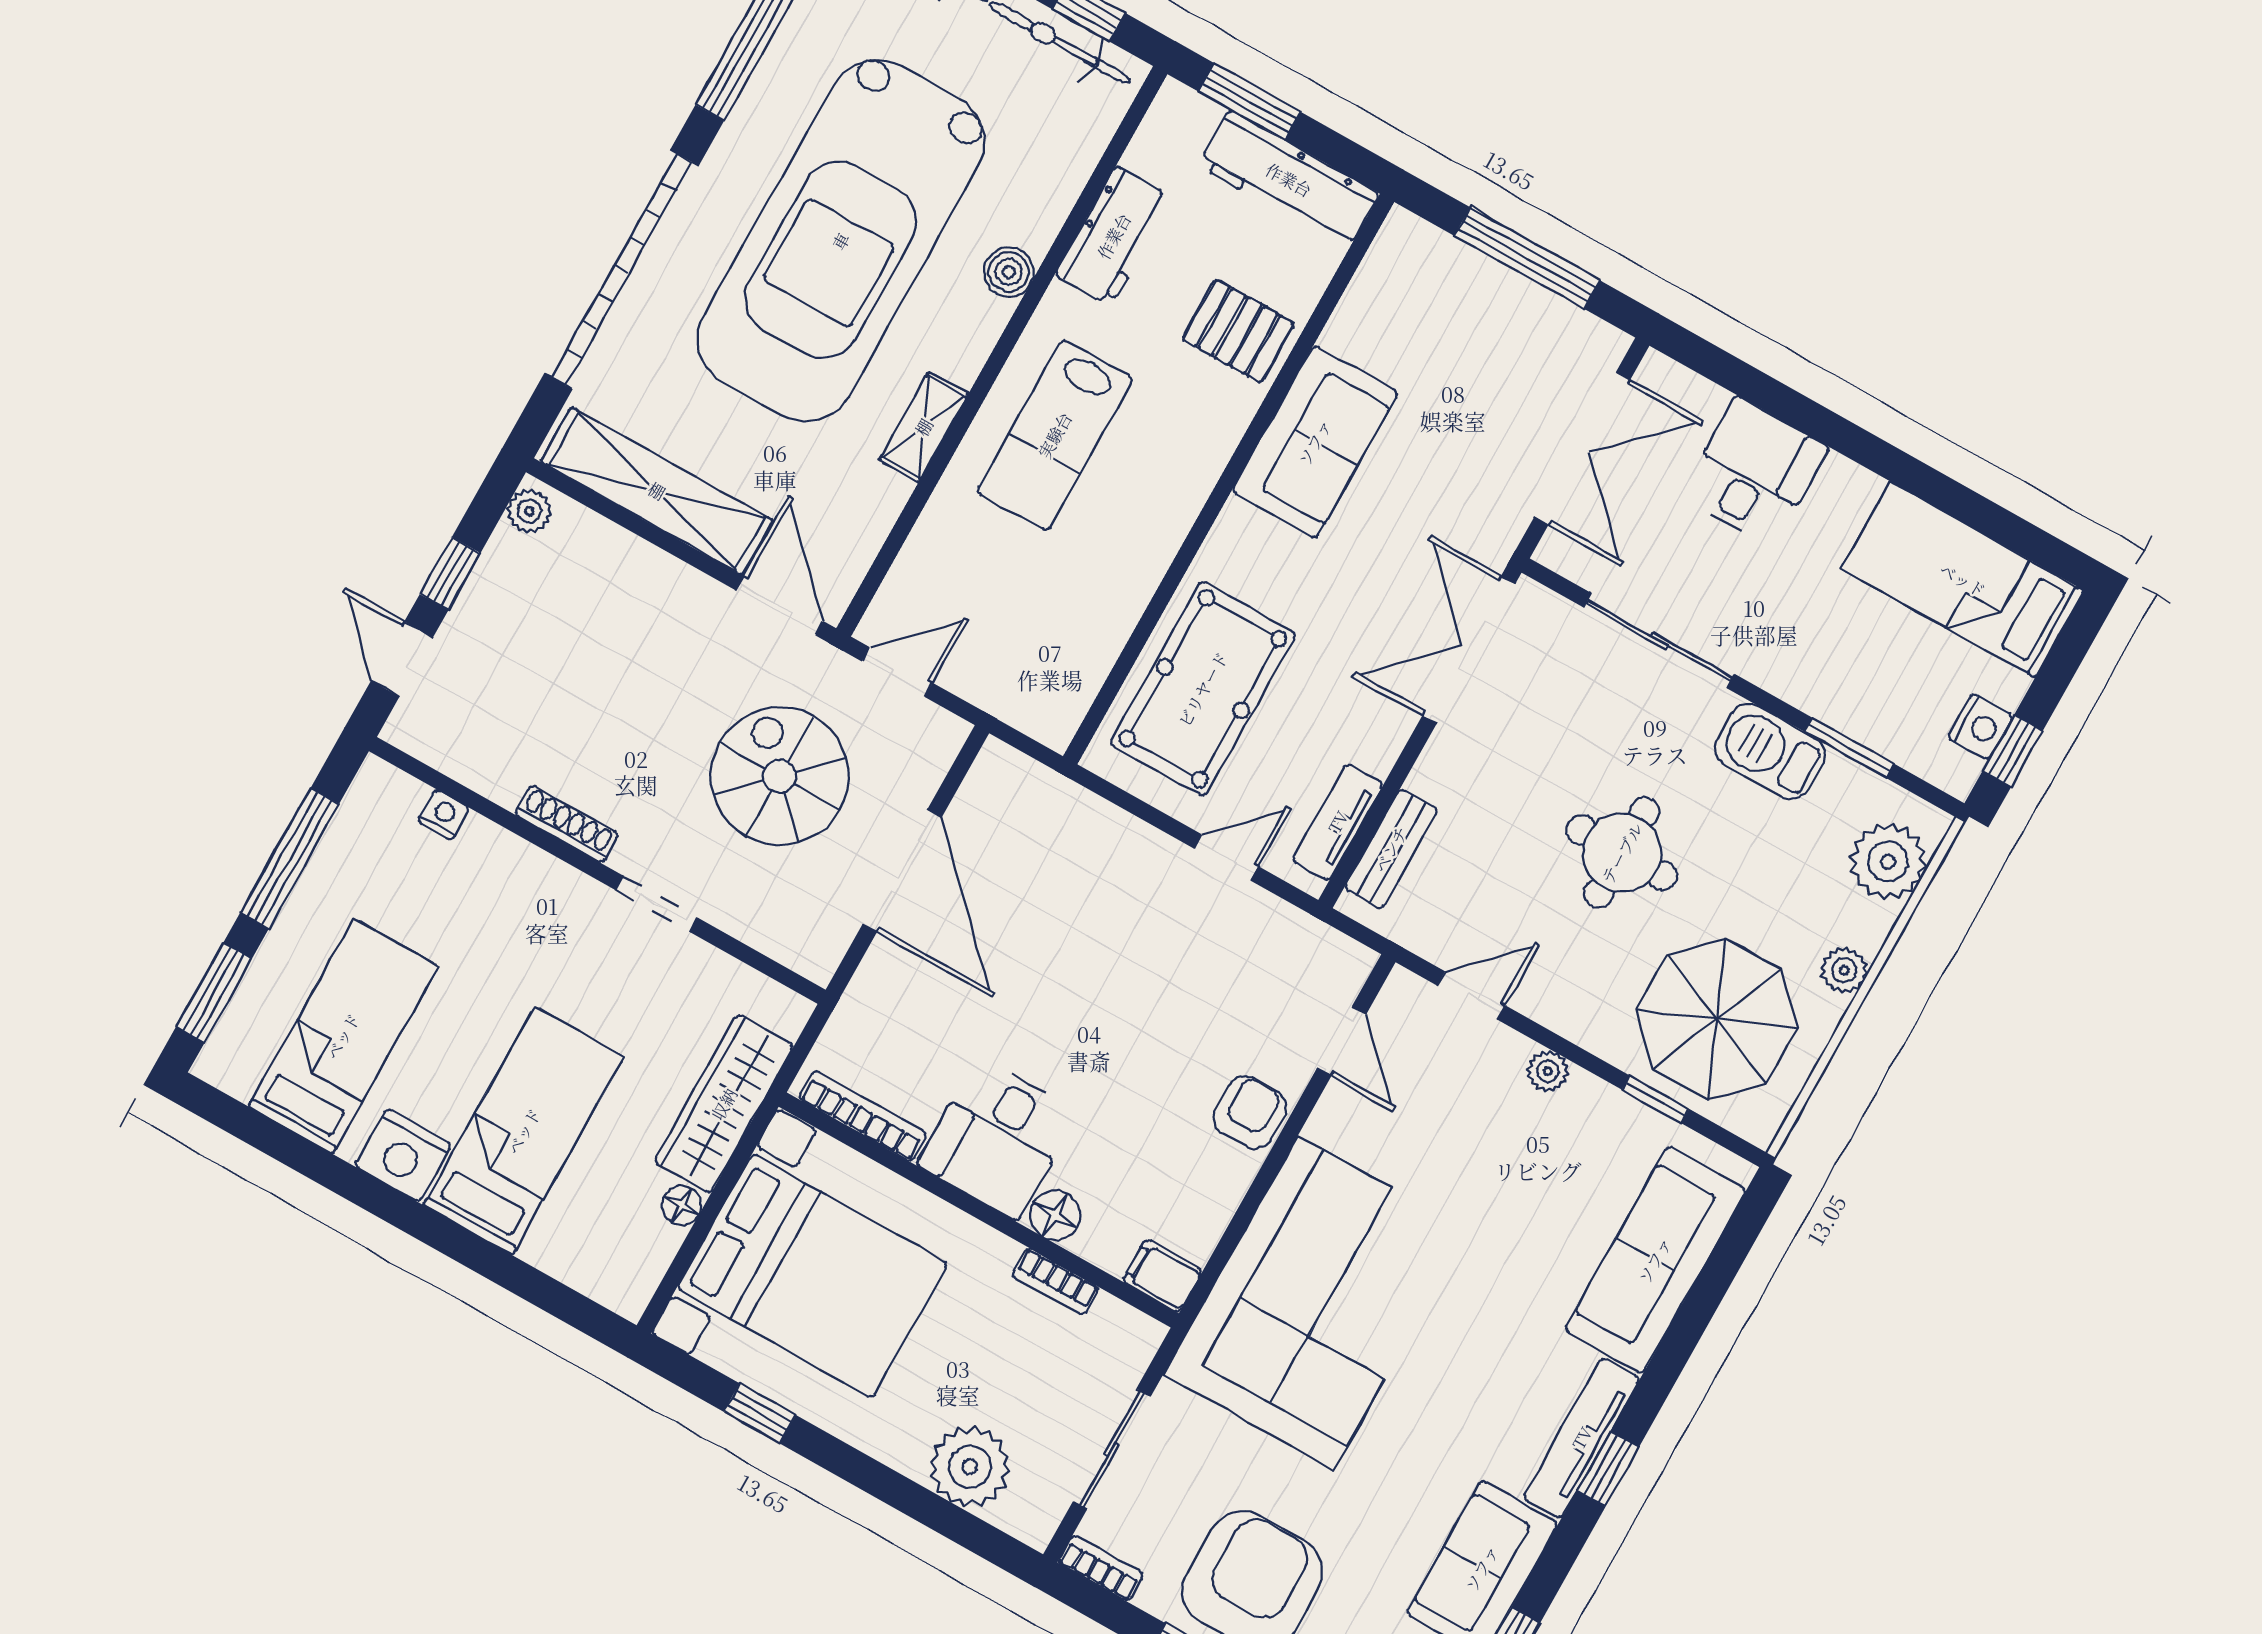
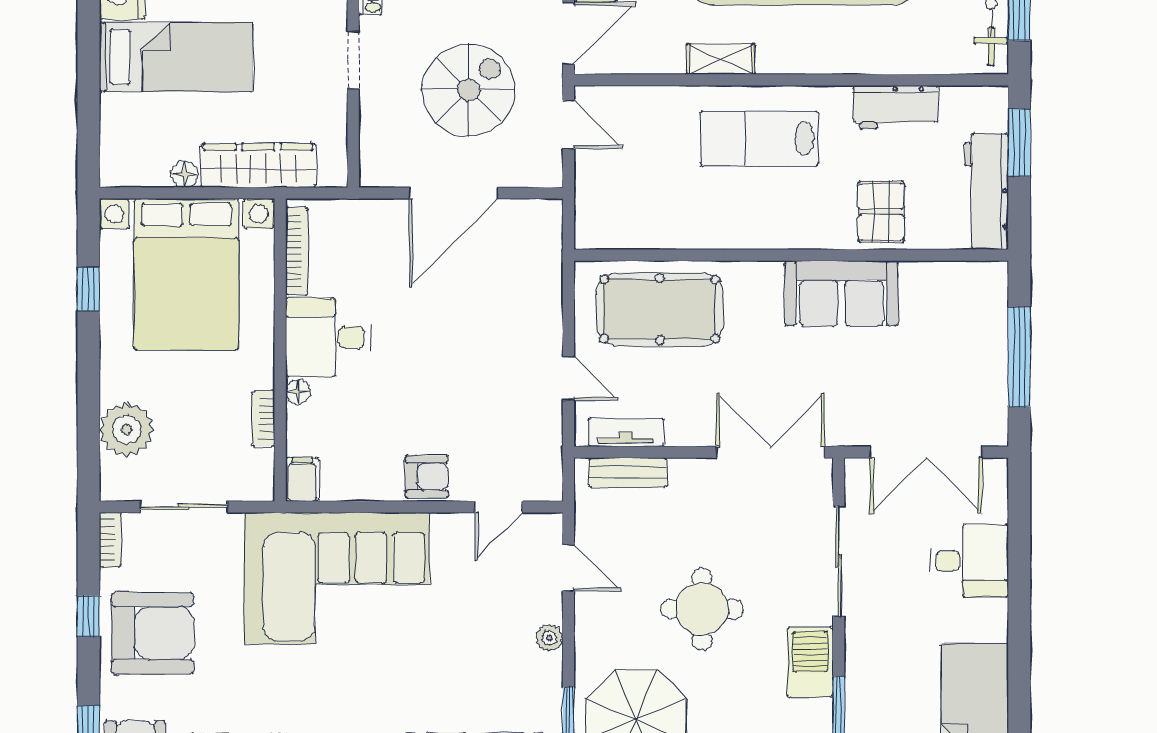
boiler: (1009, 272) -> (840, 58), removed
floor lamp: (1055, 1215) -> (298, 392), width x0.73, depth x0.73

